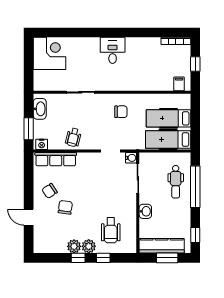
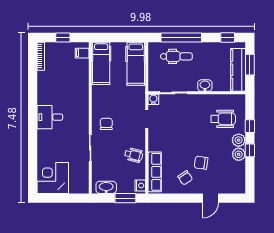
chair: (121, 112) -> (106, 124), moved
hospital bed: (168, 118) -> (101, 63), moved

